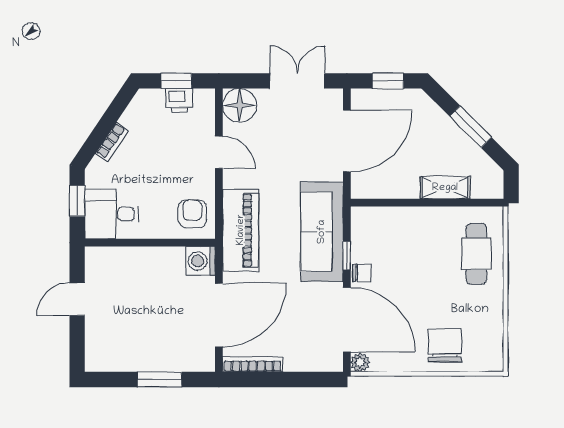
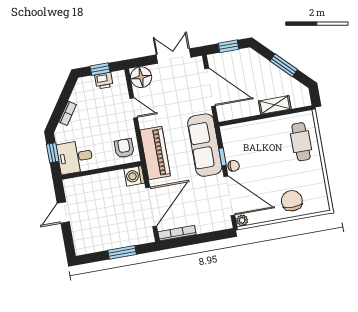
door: (347, 141) -> (210, 87), hinge flipped

